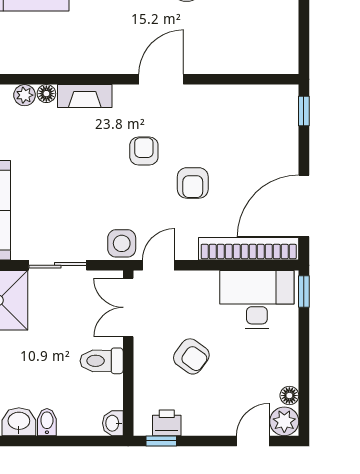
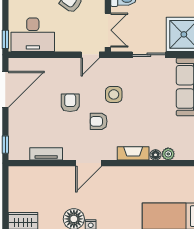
tv unit: (234, 95) -> (46, 154), added
armchair: (144, 151) -> (99, 121), turned 90
side table: (122, 243) -> (114, 94), moved
bookcase: (249, 249) -> (38, 64), removed

